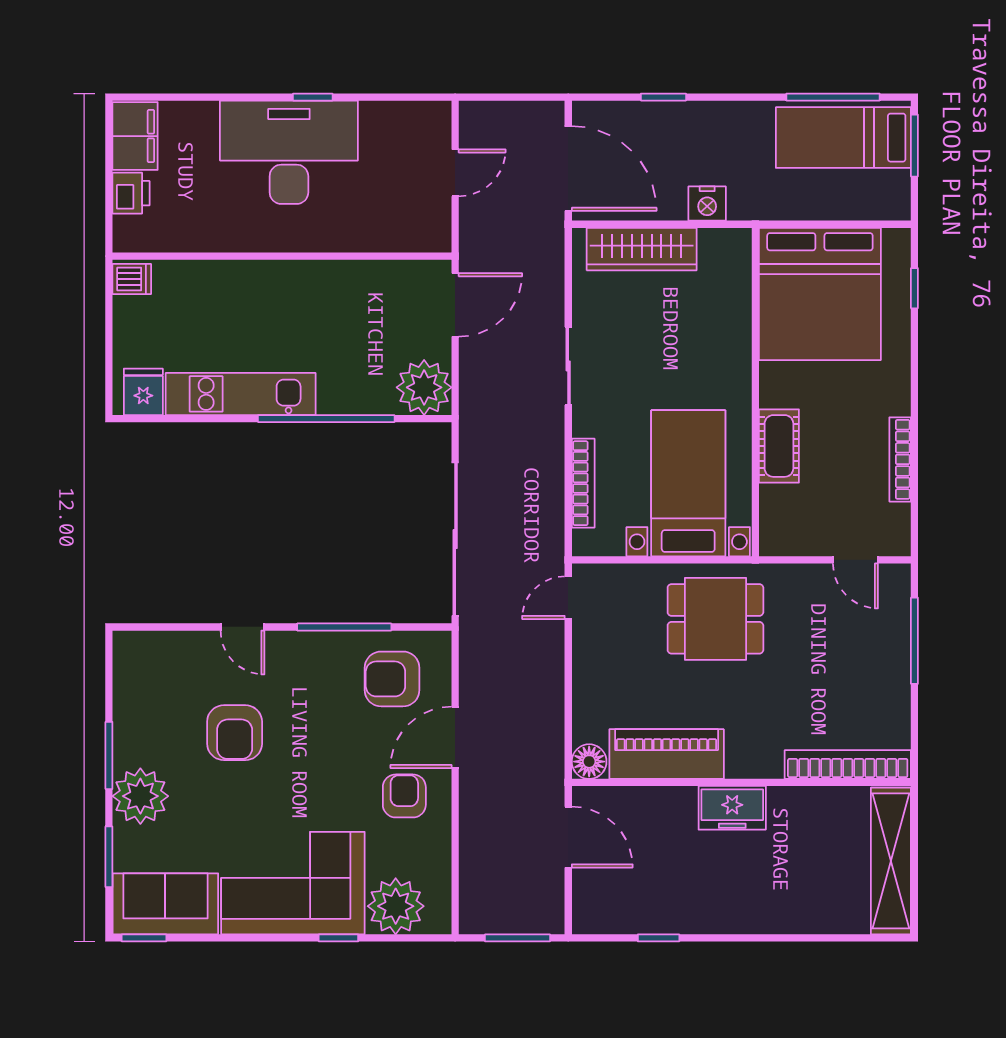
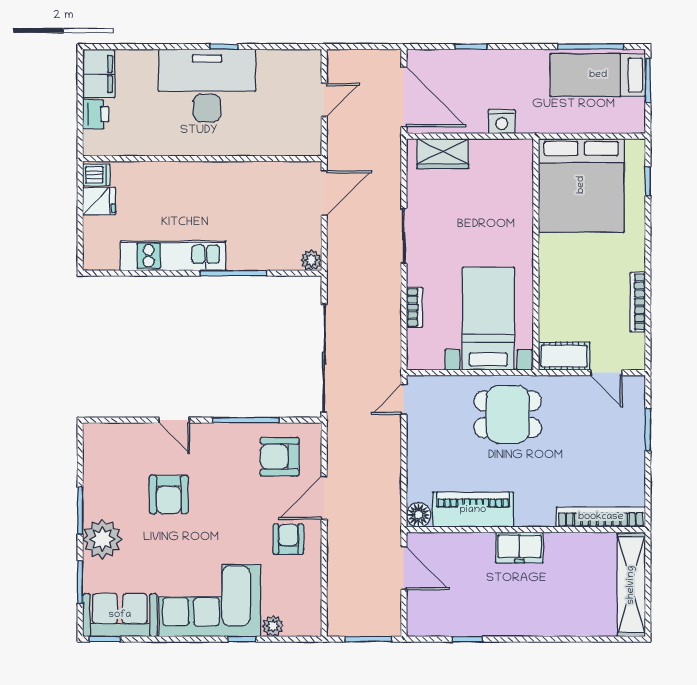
wardrobe: (642, 249) -> (443, 154), width x0.67
plant: (424, 387) -> (311, 260), width x0.53, depth x0.53
fridge: (143, 392) -> (99, 201), moved, turned 90
window: (326, 419) -> (233, 273), width x0.68
cot: (779, 446) -> (564, 356), moved, turned 90
bookcase: (583, 483) -> (414, 307), width x0.64
window: (914, 641) -> (648, 430), width x0.69
plant: (396, 906) -> (273, 626), width x0.53, depth x0.53

